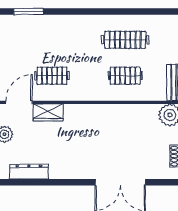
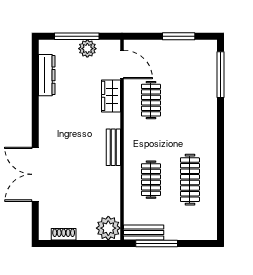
window: (29, 12) -> (221, 75), width x1.44
bench: (95, 110) -> (113, 147), added

